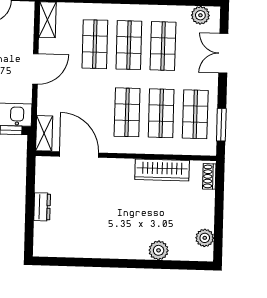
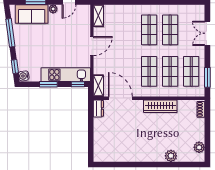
plant: (200, 15) -> (193, 10), removed
shop shelf: (95, 44) -> (128, 30), removed
wardrobe: (162, 170) -> (160, 106), moved
dresser: (42, 207) -> (98, 108), moved

